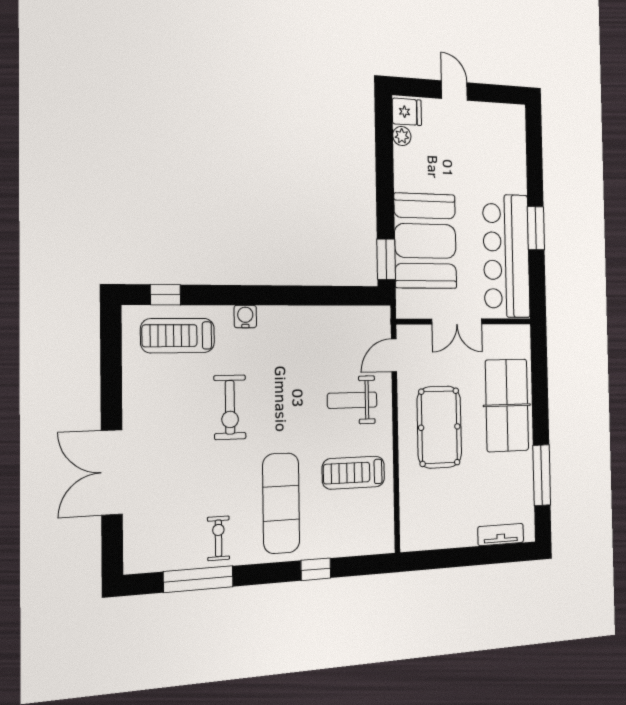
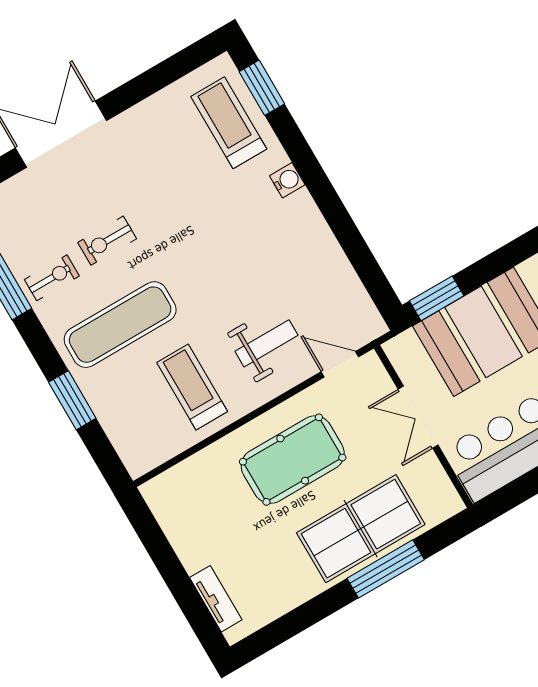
window: (166, 295) -> (262, 88), width x1.50
weight bench: (352, 400) -> (267, 343), turned 90
exercise bike: (230, 407) -> (107, 241), moved, width x0.73, depth x0.72
window: (542, 475) -> (386, 569), moved
window: (316, 569) -> (72, 400), width x1.50

